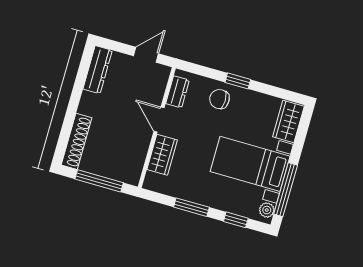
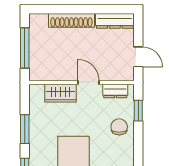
window: (238, 81) -> (138, 111), moved
door: (159, 120) -> (89, 82), hinge flipped
shoe rack: (77, 141) -> (71, 20), moved

